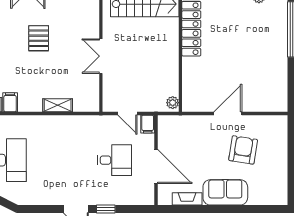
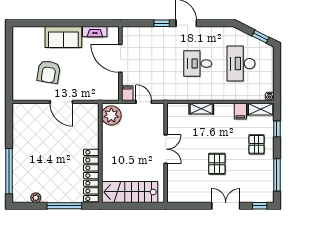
plant: (173, 103) -> (111, 115), width x1.88, depth x1.88
door: (228, 113) -> (61, 102), hinge flipped
desk: (115, 160) -> (198, 64), moved

